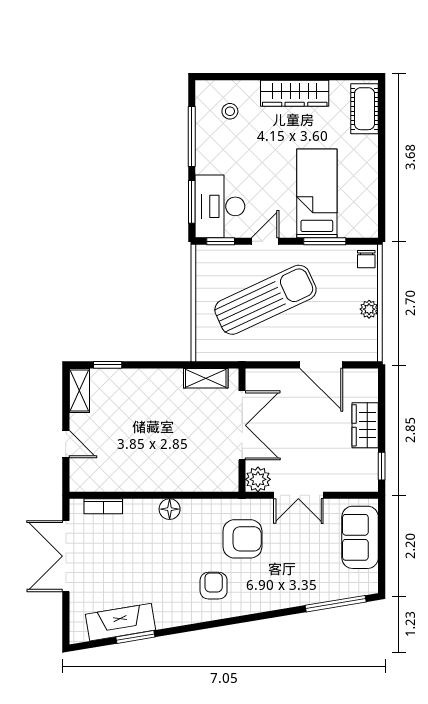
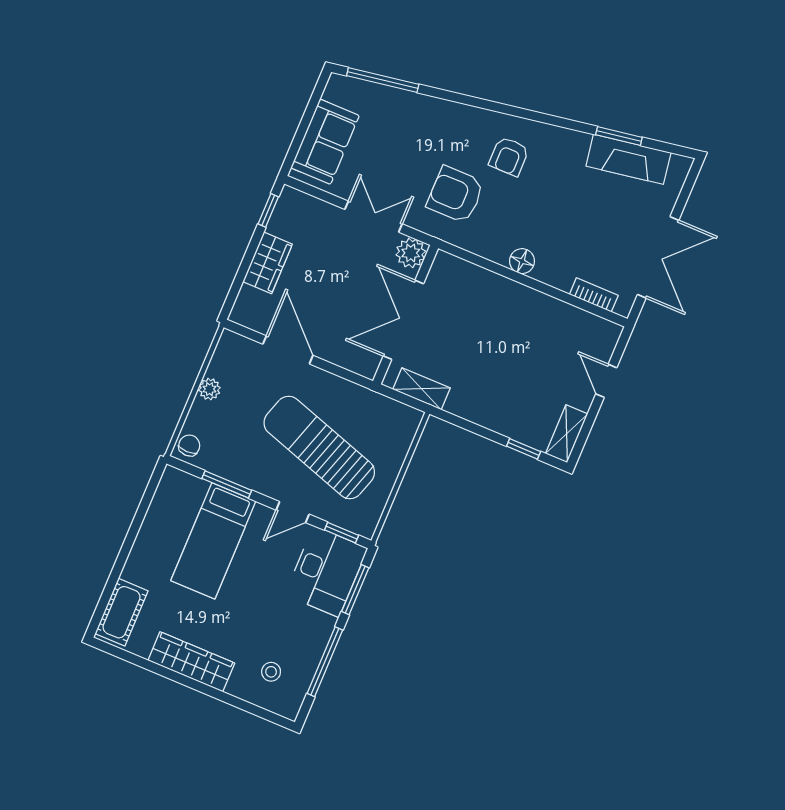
sun lounger: (265, 300) -> (319, 447), turned 43

